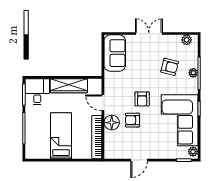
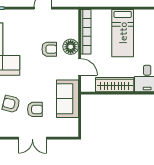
sofa: (115, 53) -> (67, 99), moved
armchair: (142, 99) -> (35, 109), moved, turned 90

